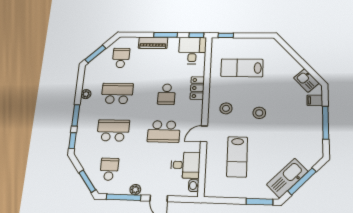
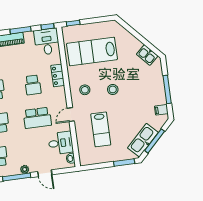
lab bench: (242, 68) -> (92, 51), width x1.36, depth x1.39
filing cabinet: (315, 100) -> (161, 110), moved

